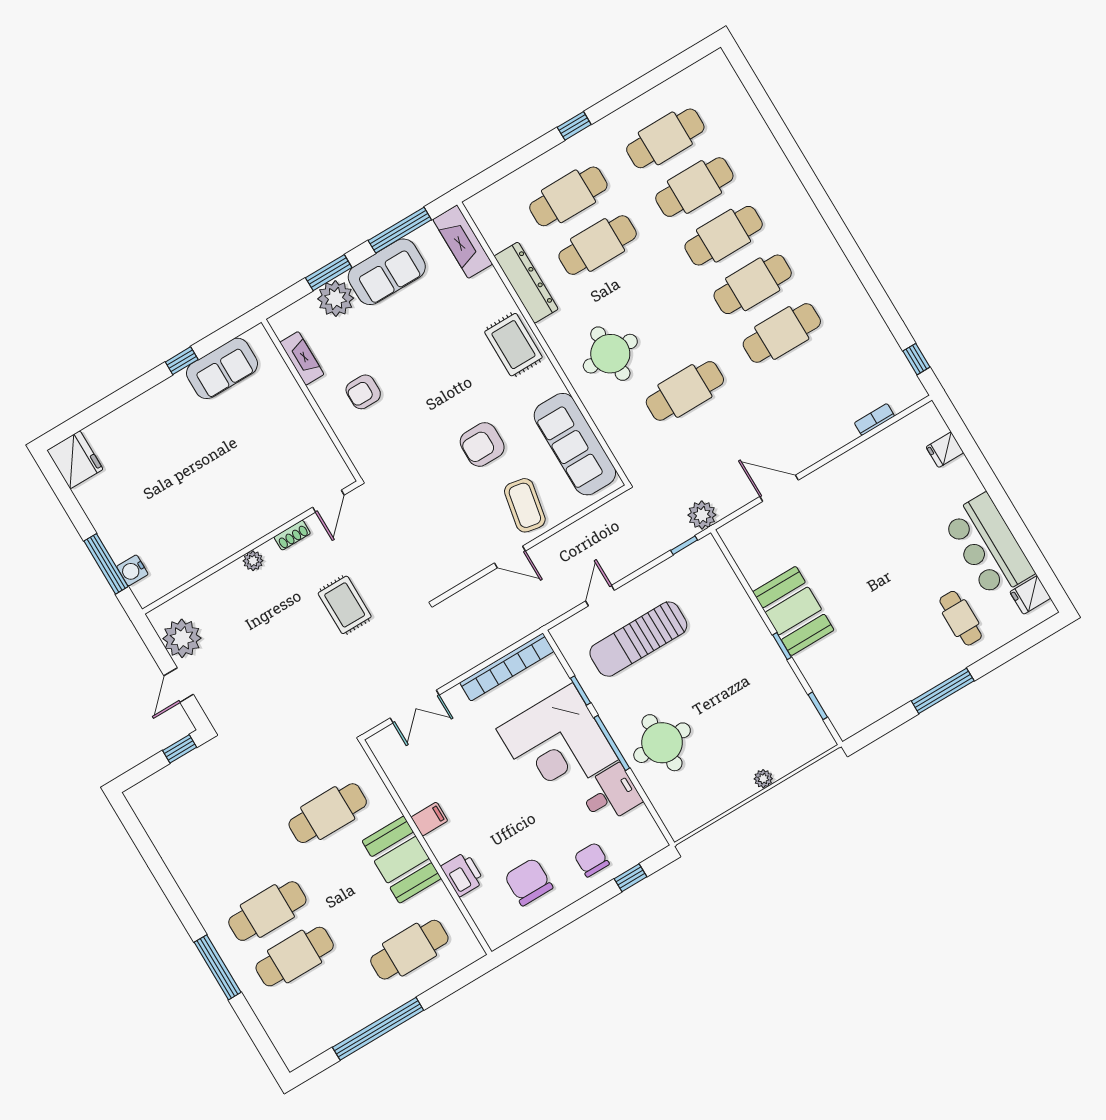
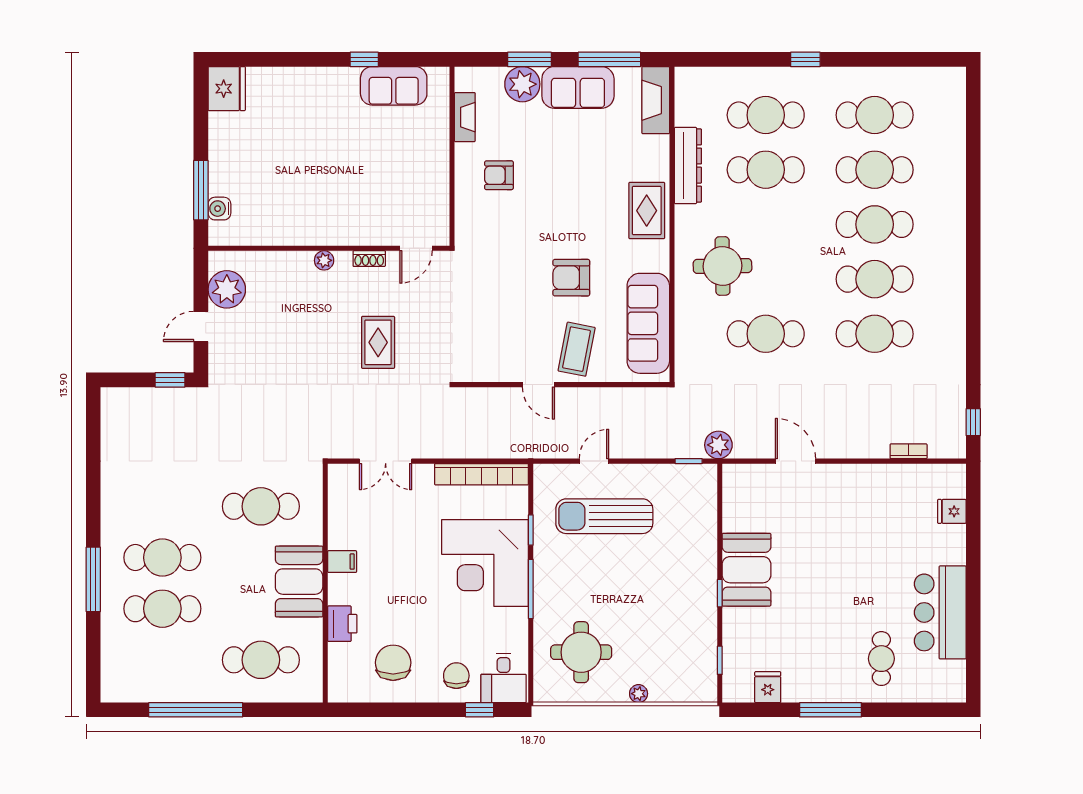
fridge: (1030, 595) -> (768, 687), moved, turned 90
round table: (662, 743) -> (581, 652), moved
desk: (610, 794) -> (504, 678), moved, turned 90

